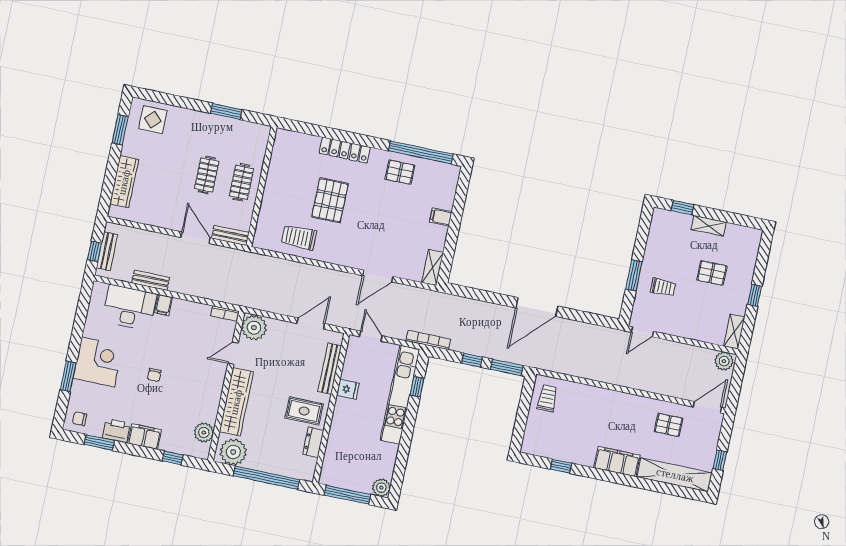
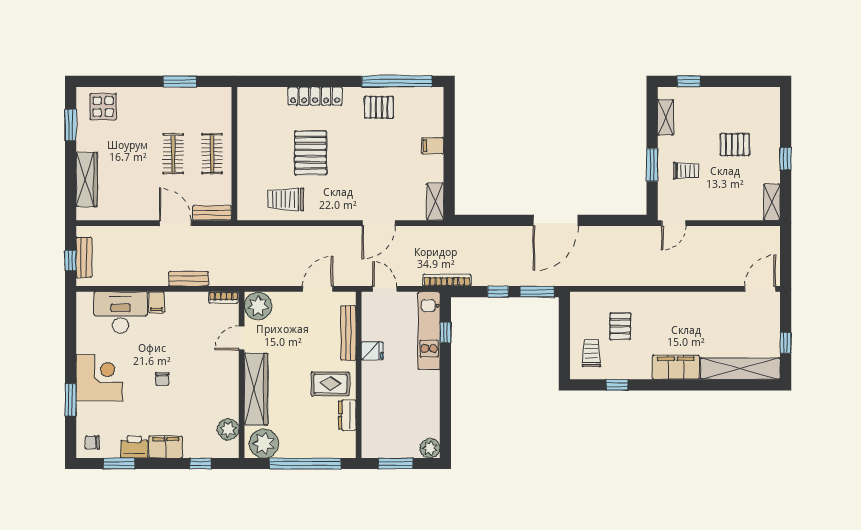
shelving: (709, 226) -> (666, 117), moved, turned 90
bench: (151, 280) -> (189, 279), moved
plant: (724, 361) -> (768, 236), removed
kitchen unit: (400, 395) -> (429, 331), width x0.73
trolley: (547, 398) -> (591, 353), moved
pallet: (669, 425) -> (620, 326), moved, turned 90
window: (347, 495) -> (396, 464), width x0.69

